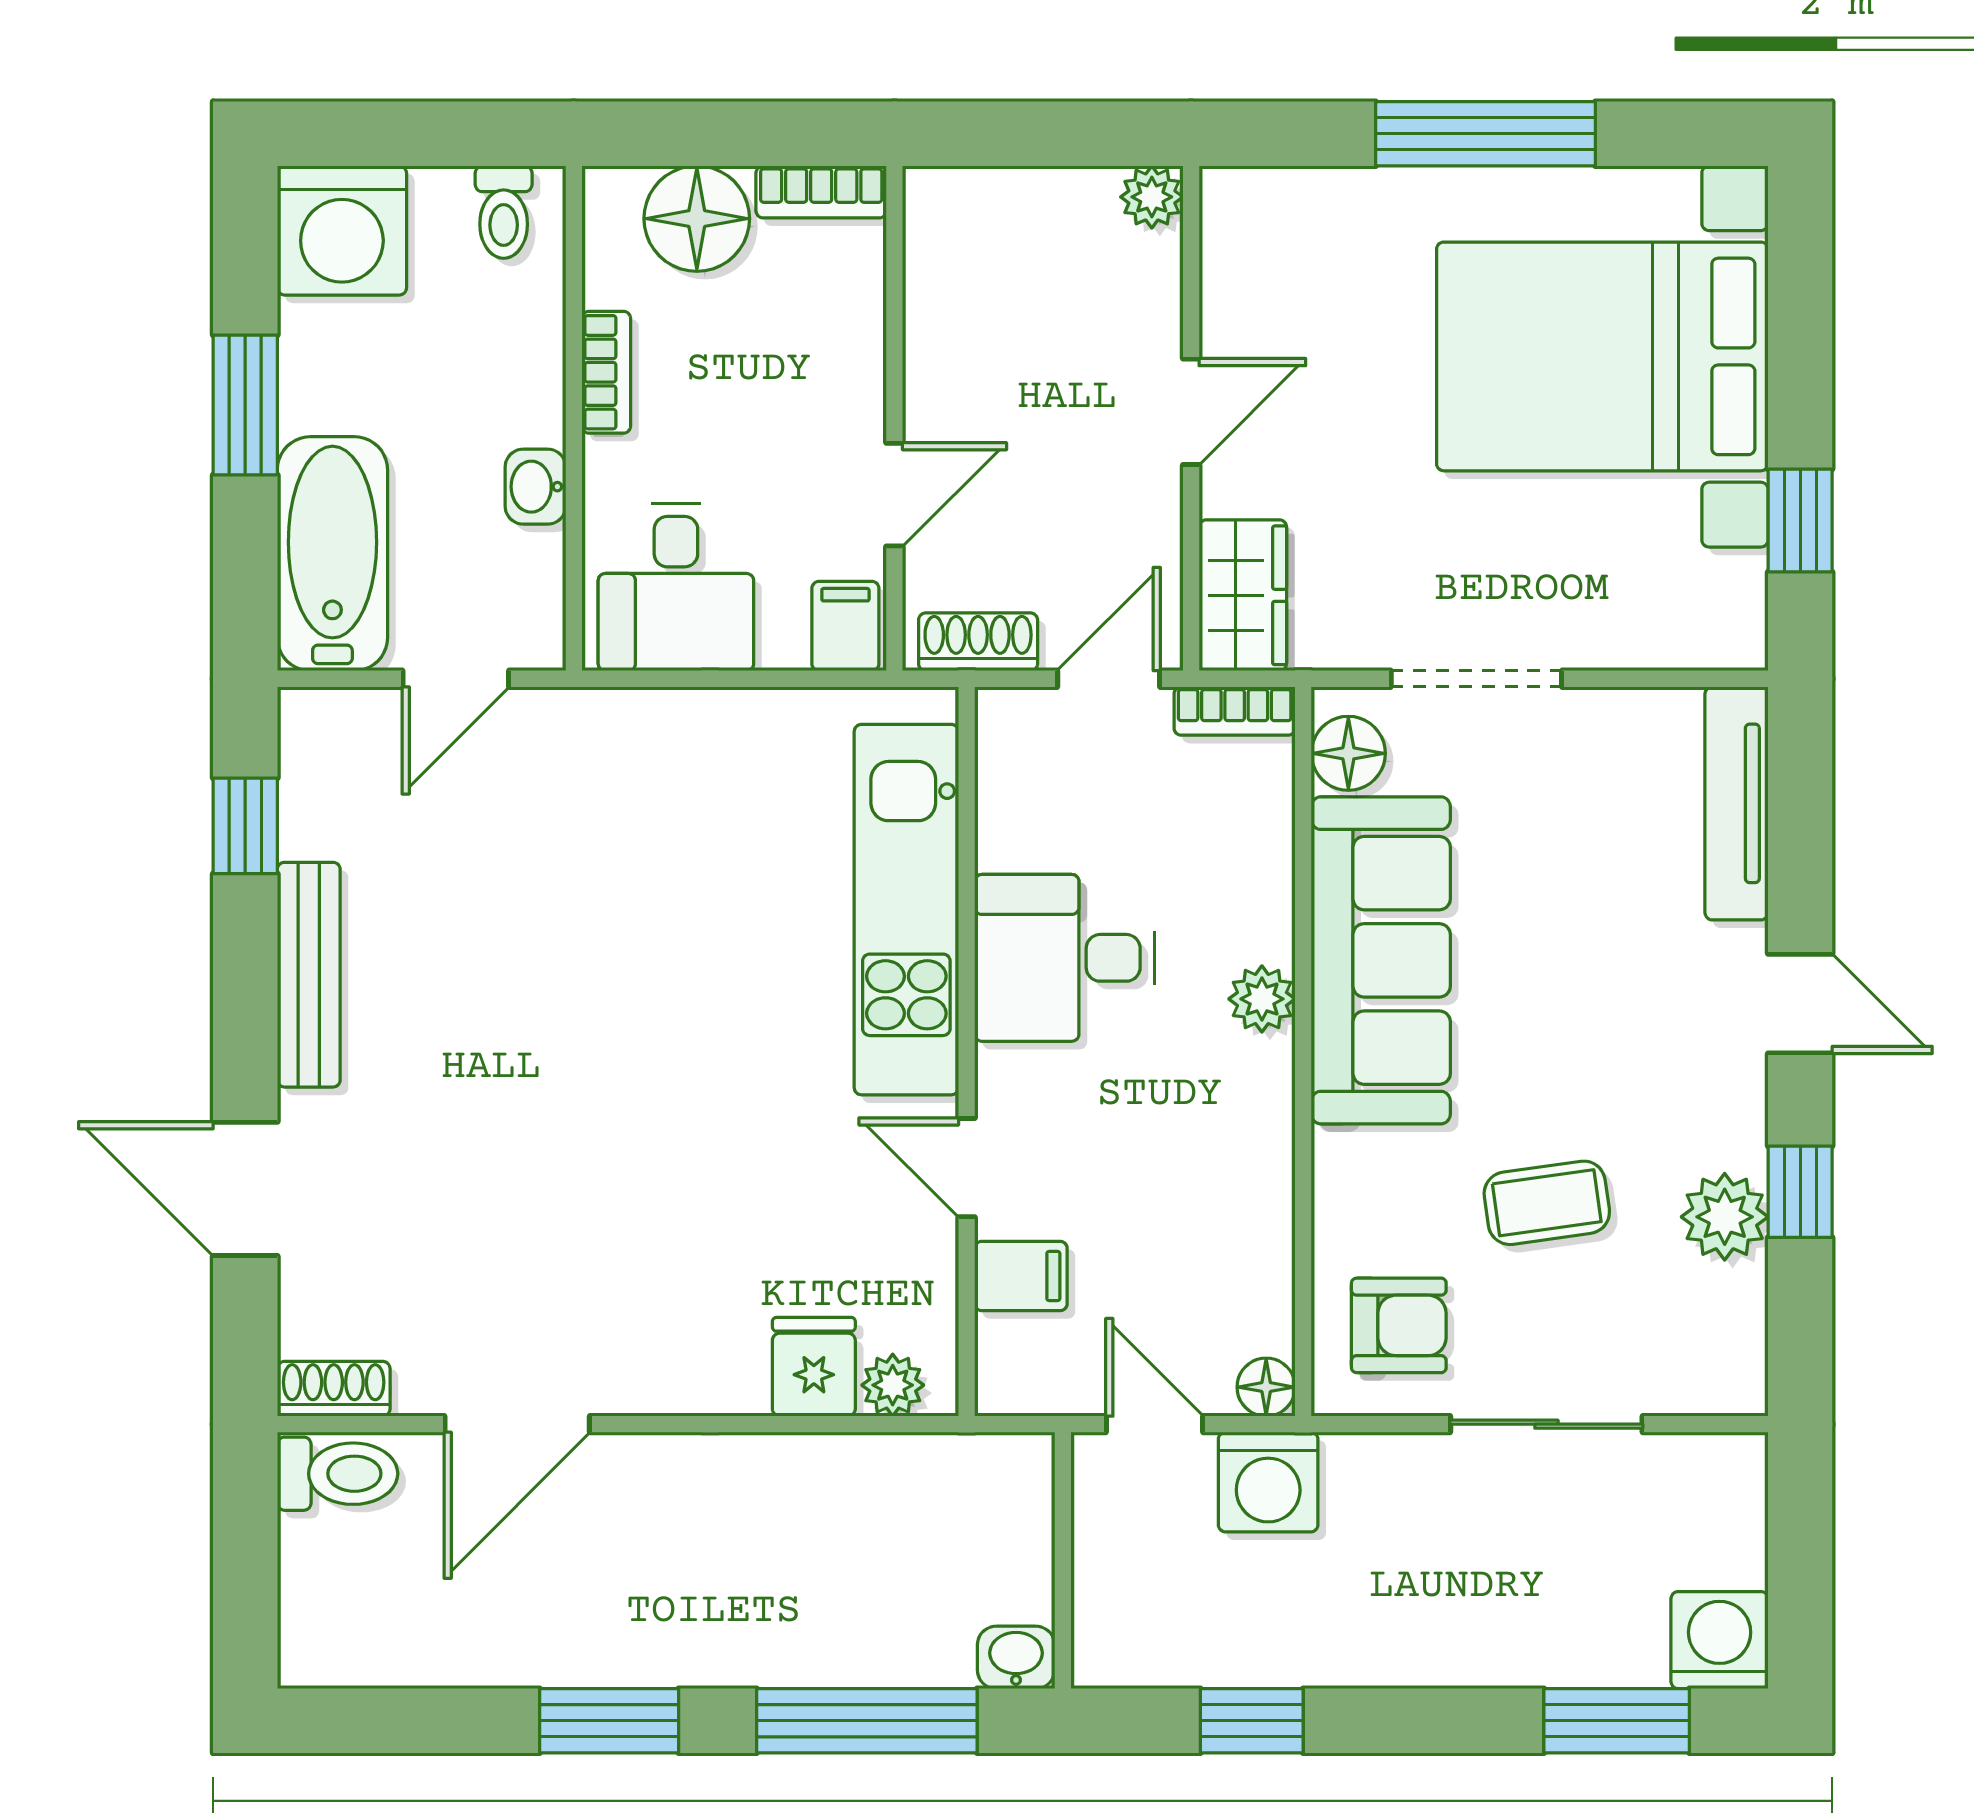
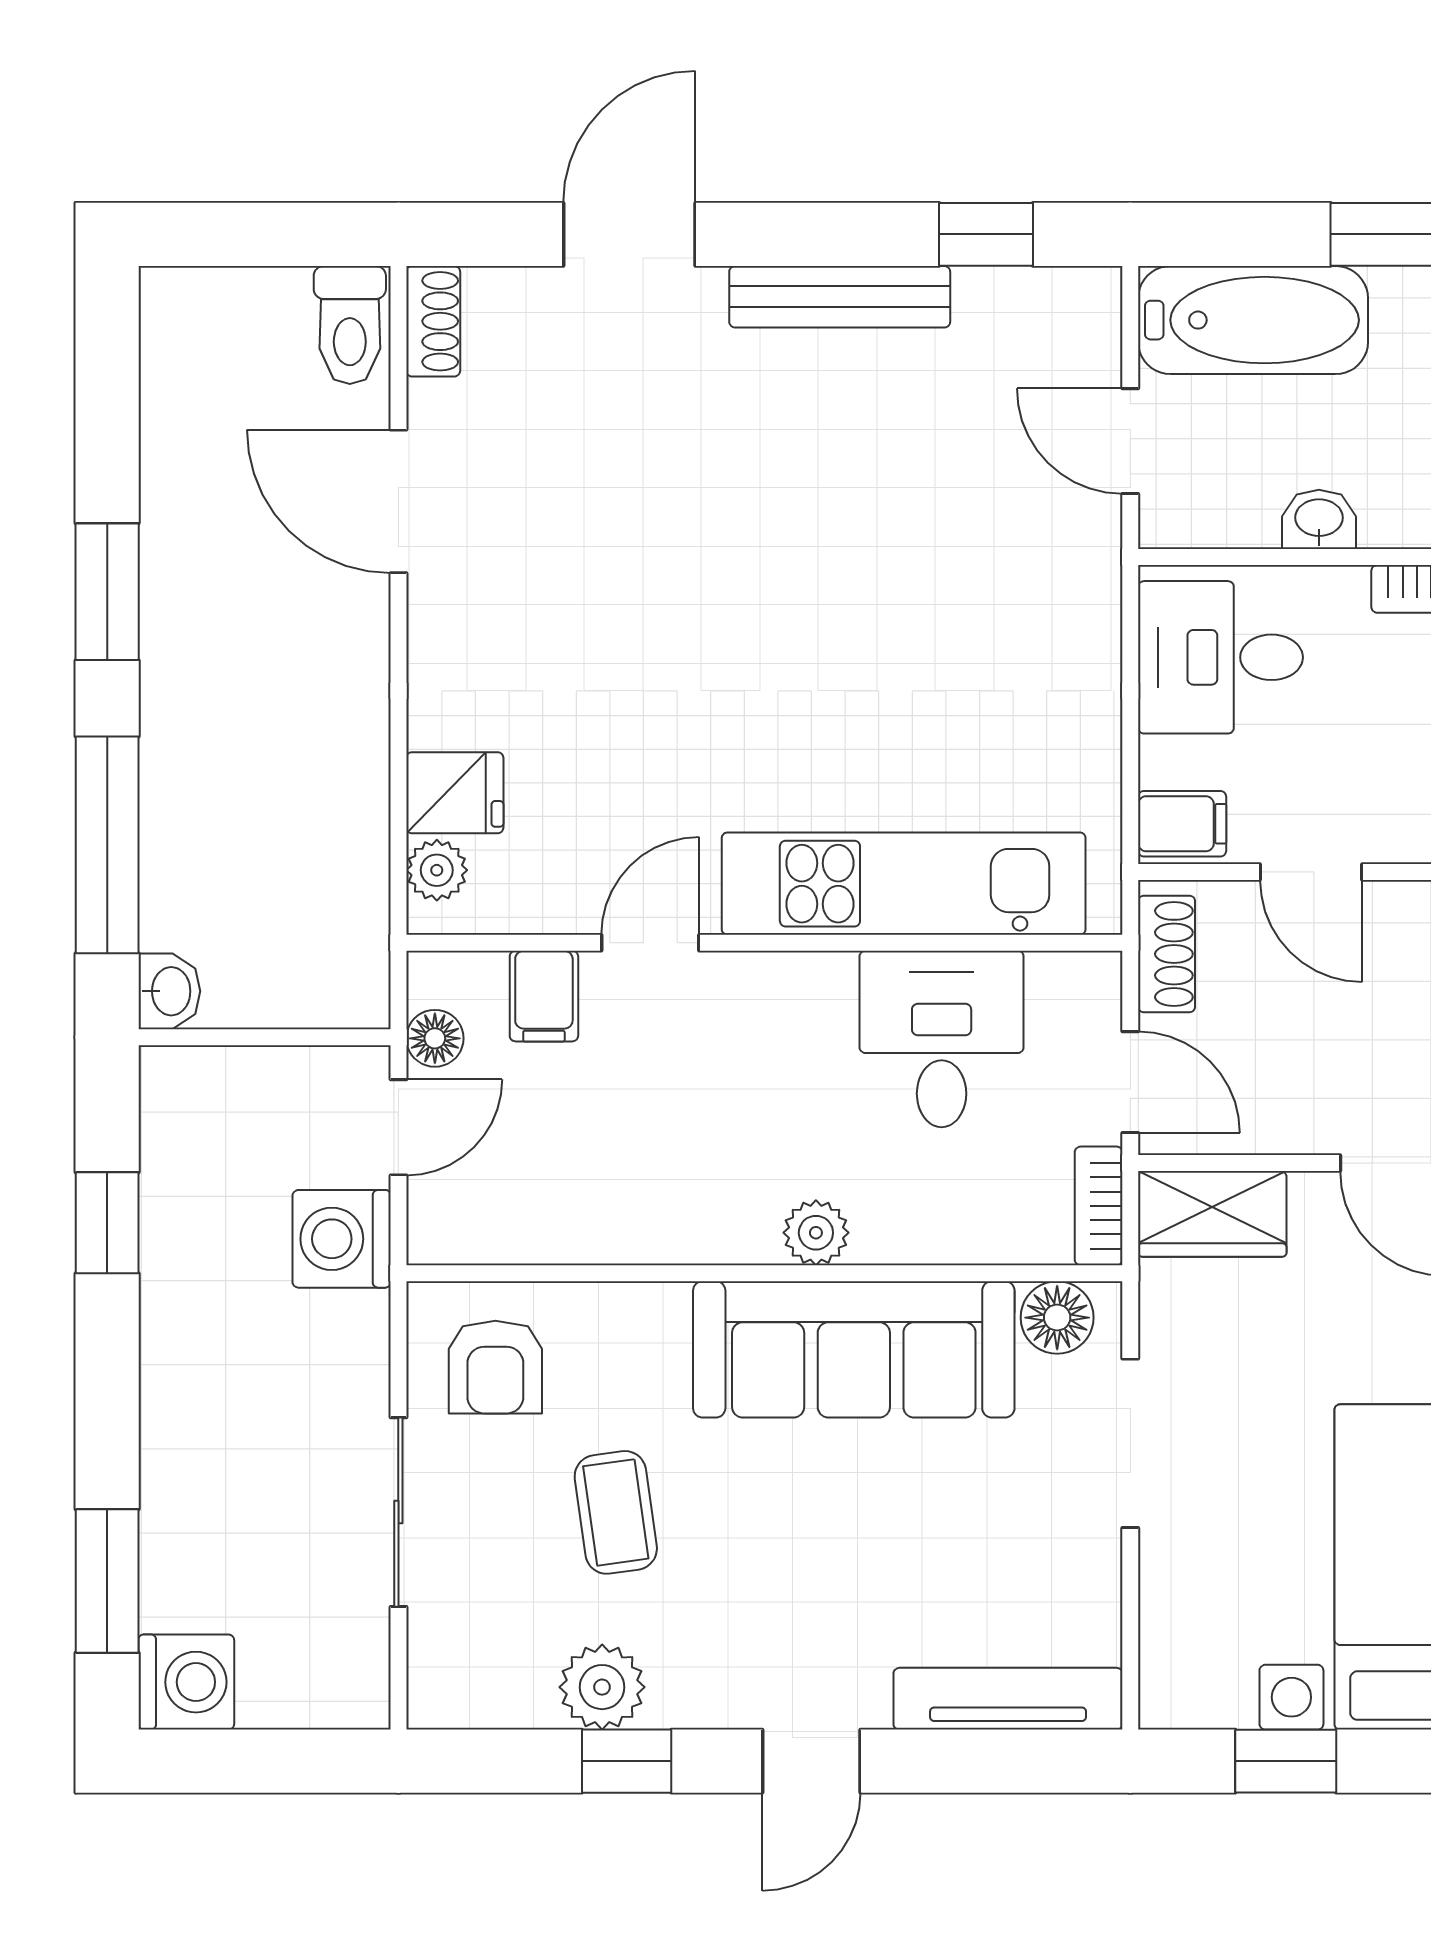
desk: (1065, 958) -> (942, 1039), moved
floor lamp: (1266, 1387) -> (435, 1038), moved

